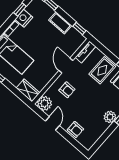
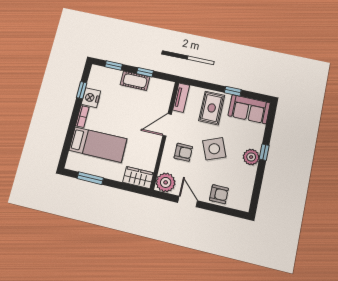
window: (79, 28) -> (145, 72), moved
door: (66, 66) -> (167, 125), hinge flipped
side table: (89, 99) -> (214, 149), added

